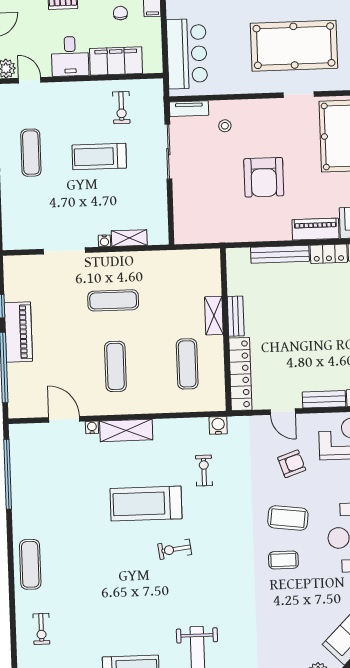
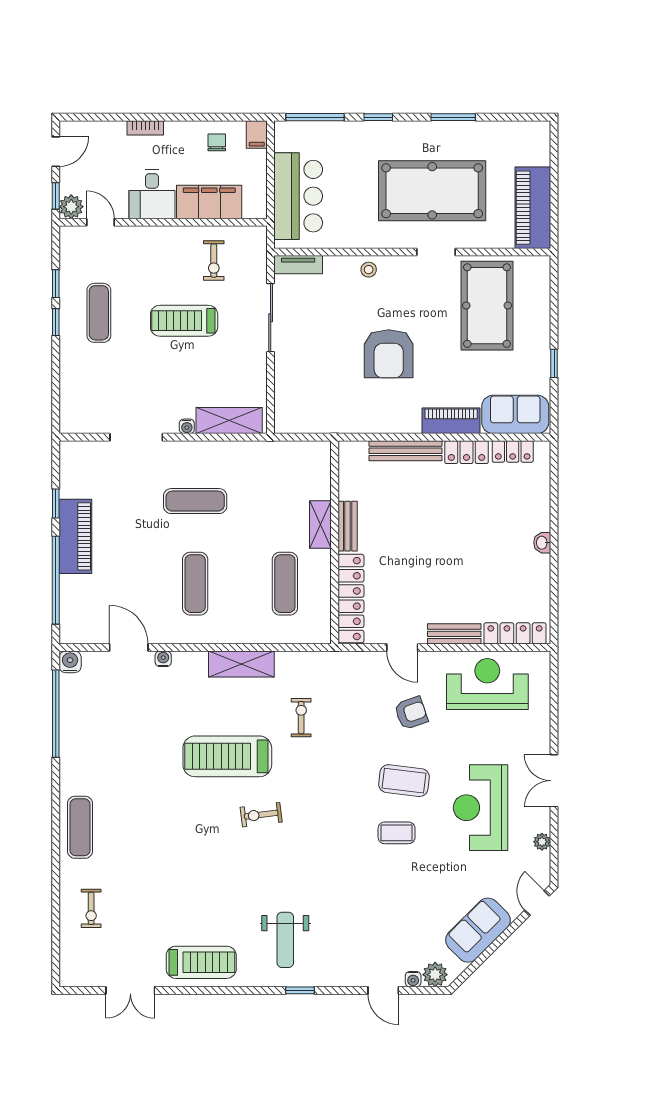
stool: (225, 126) -> (369, 270), moved
shelving: (129, 238) -> (229, 421), width x1.50, depth x1.33
water cooler: (218, 425) -> (70, 662), moved
shelving: (126, 430) -> (241, 664), moved

